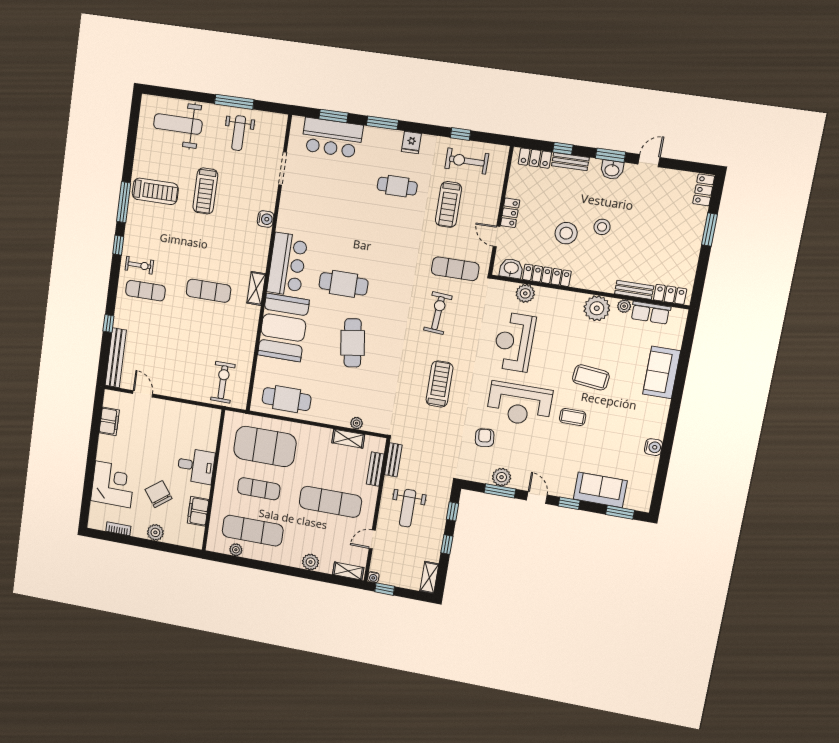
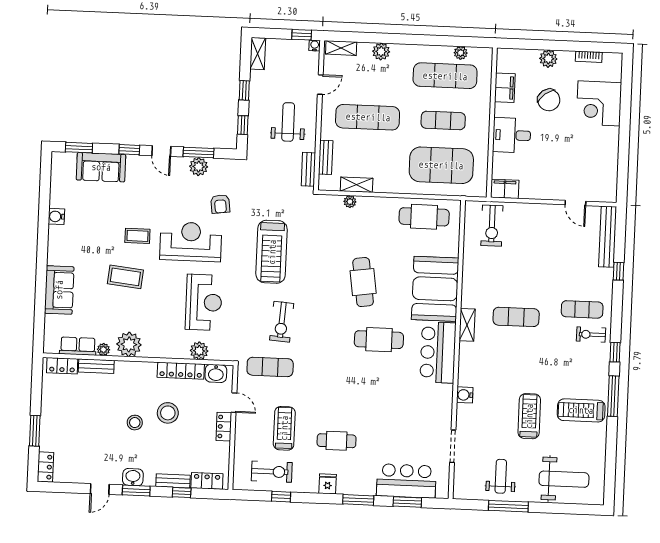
treadmill: (439, 384) -> (272, 252), width x1.37, depth x1.38
filing cabinet: (109, 421) -> (505, 189), moved, turned 90

